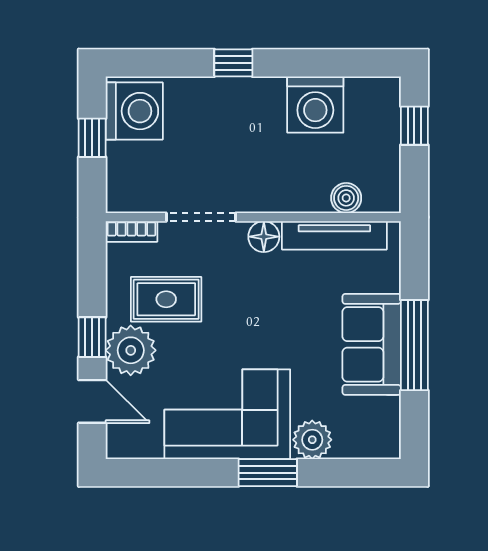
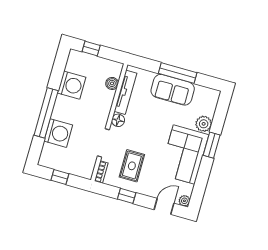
window: (233, 63) -> (46, 113), width x3.17
washing machine: (134, 111) -> (58, 133), moved, turned 90
window: (92, 337) -> (127, 196), moved
plant: (131, 350) -> (184, 201), moved, width x0.53, depth x0.53

